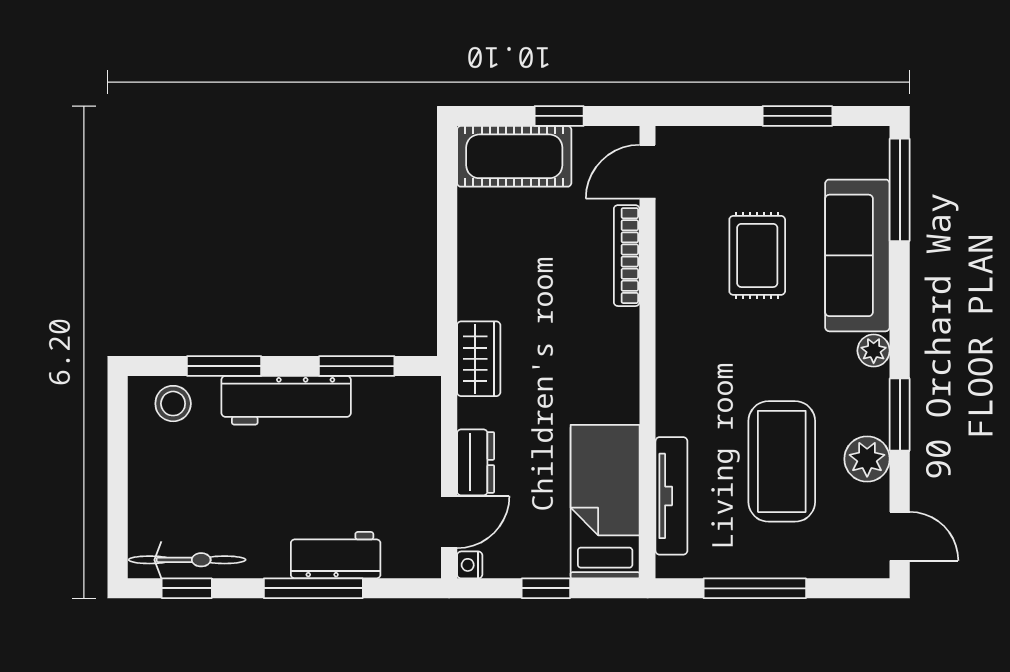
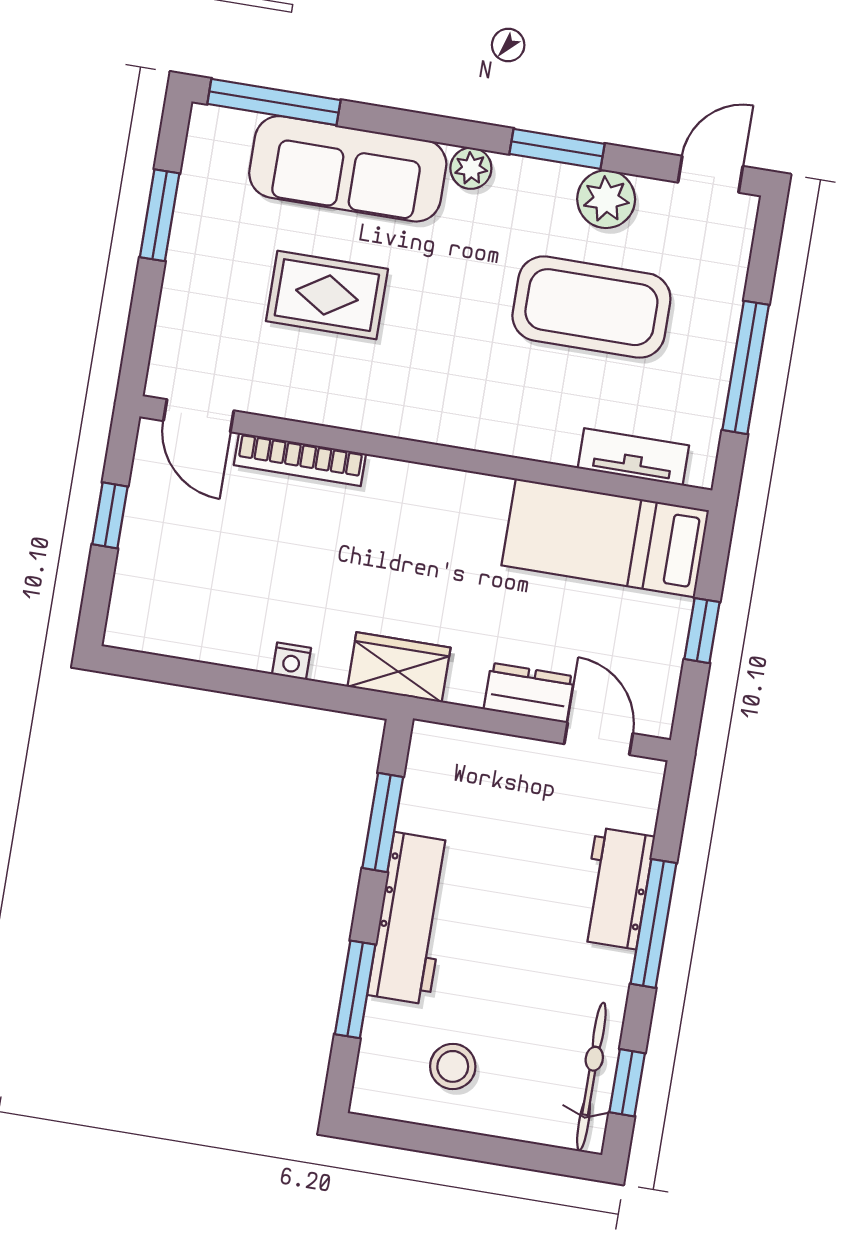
cot: (514, 156) -> (151, 580), removed
stool: (173, 404) -> (453, 1066), moved
tv unit: (671, 496) -> (633, 457), width x0.71
nightstand: (470, 565) -> (292, 661), moved

